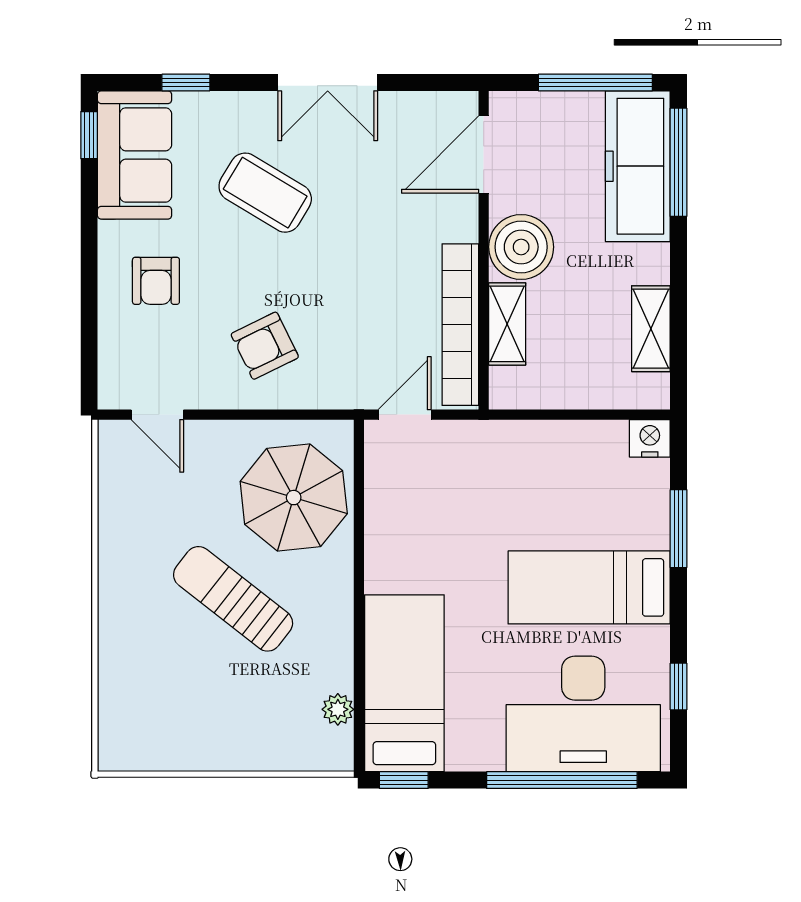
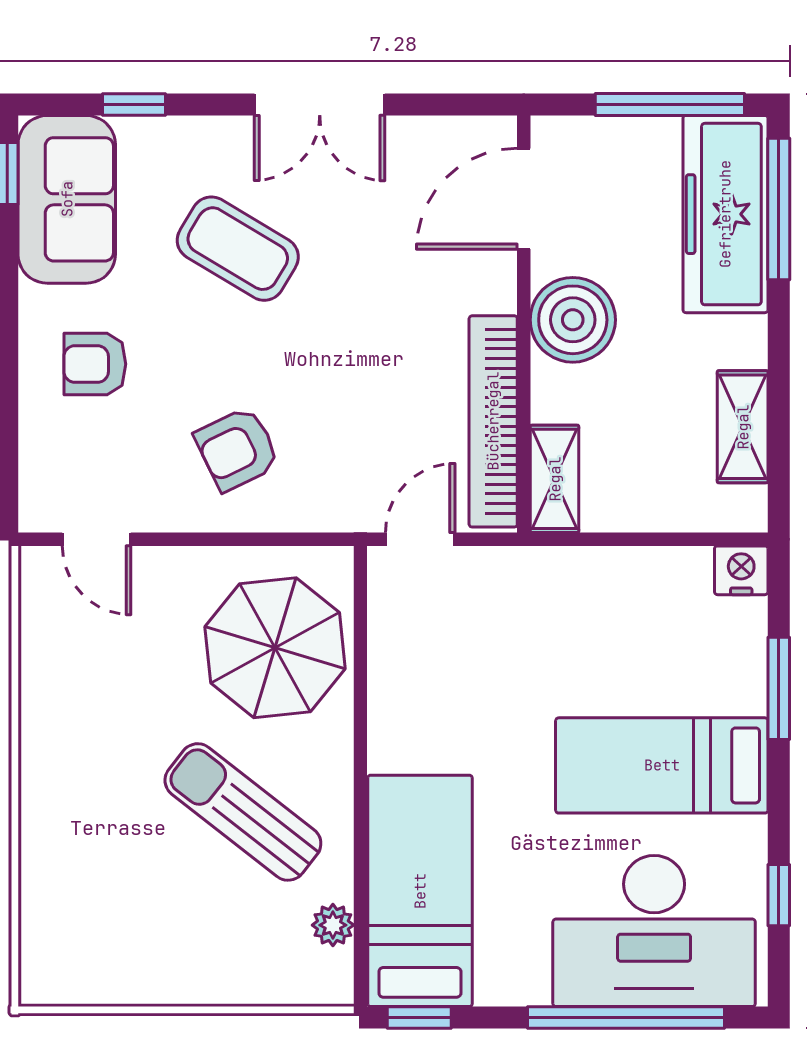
armchair: (156, 281) -> (95, 364), turned 90
shelving: (507, 324) -> (555, 479), moved
sun lounger: (233, 599) -> (243, 812), moved

